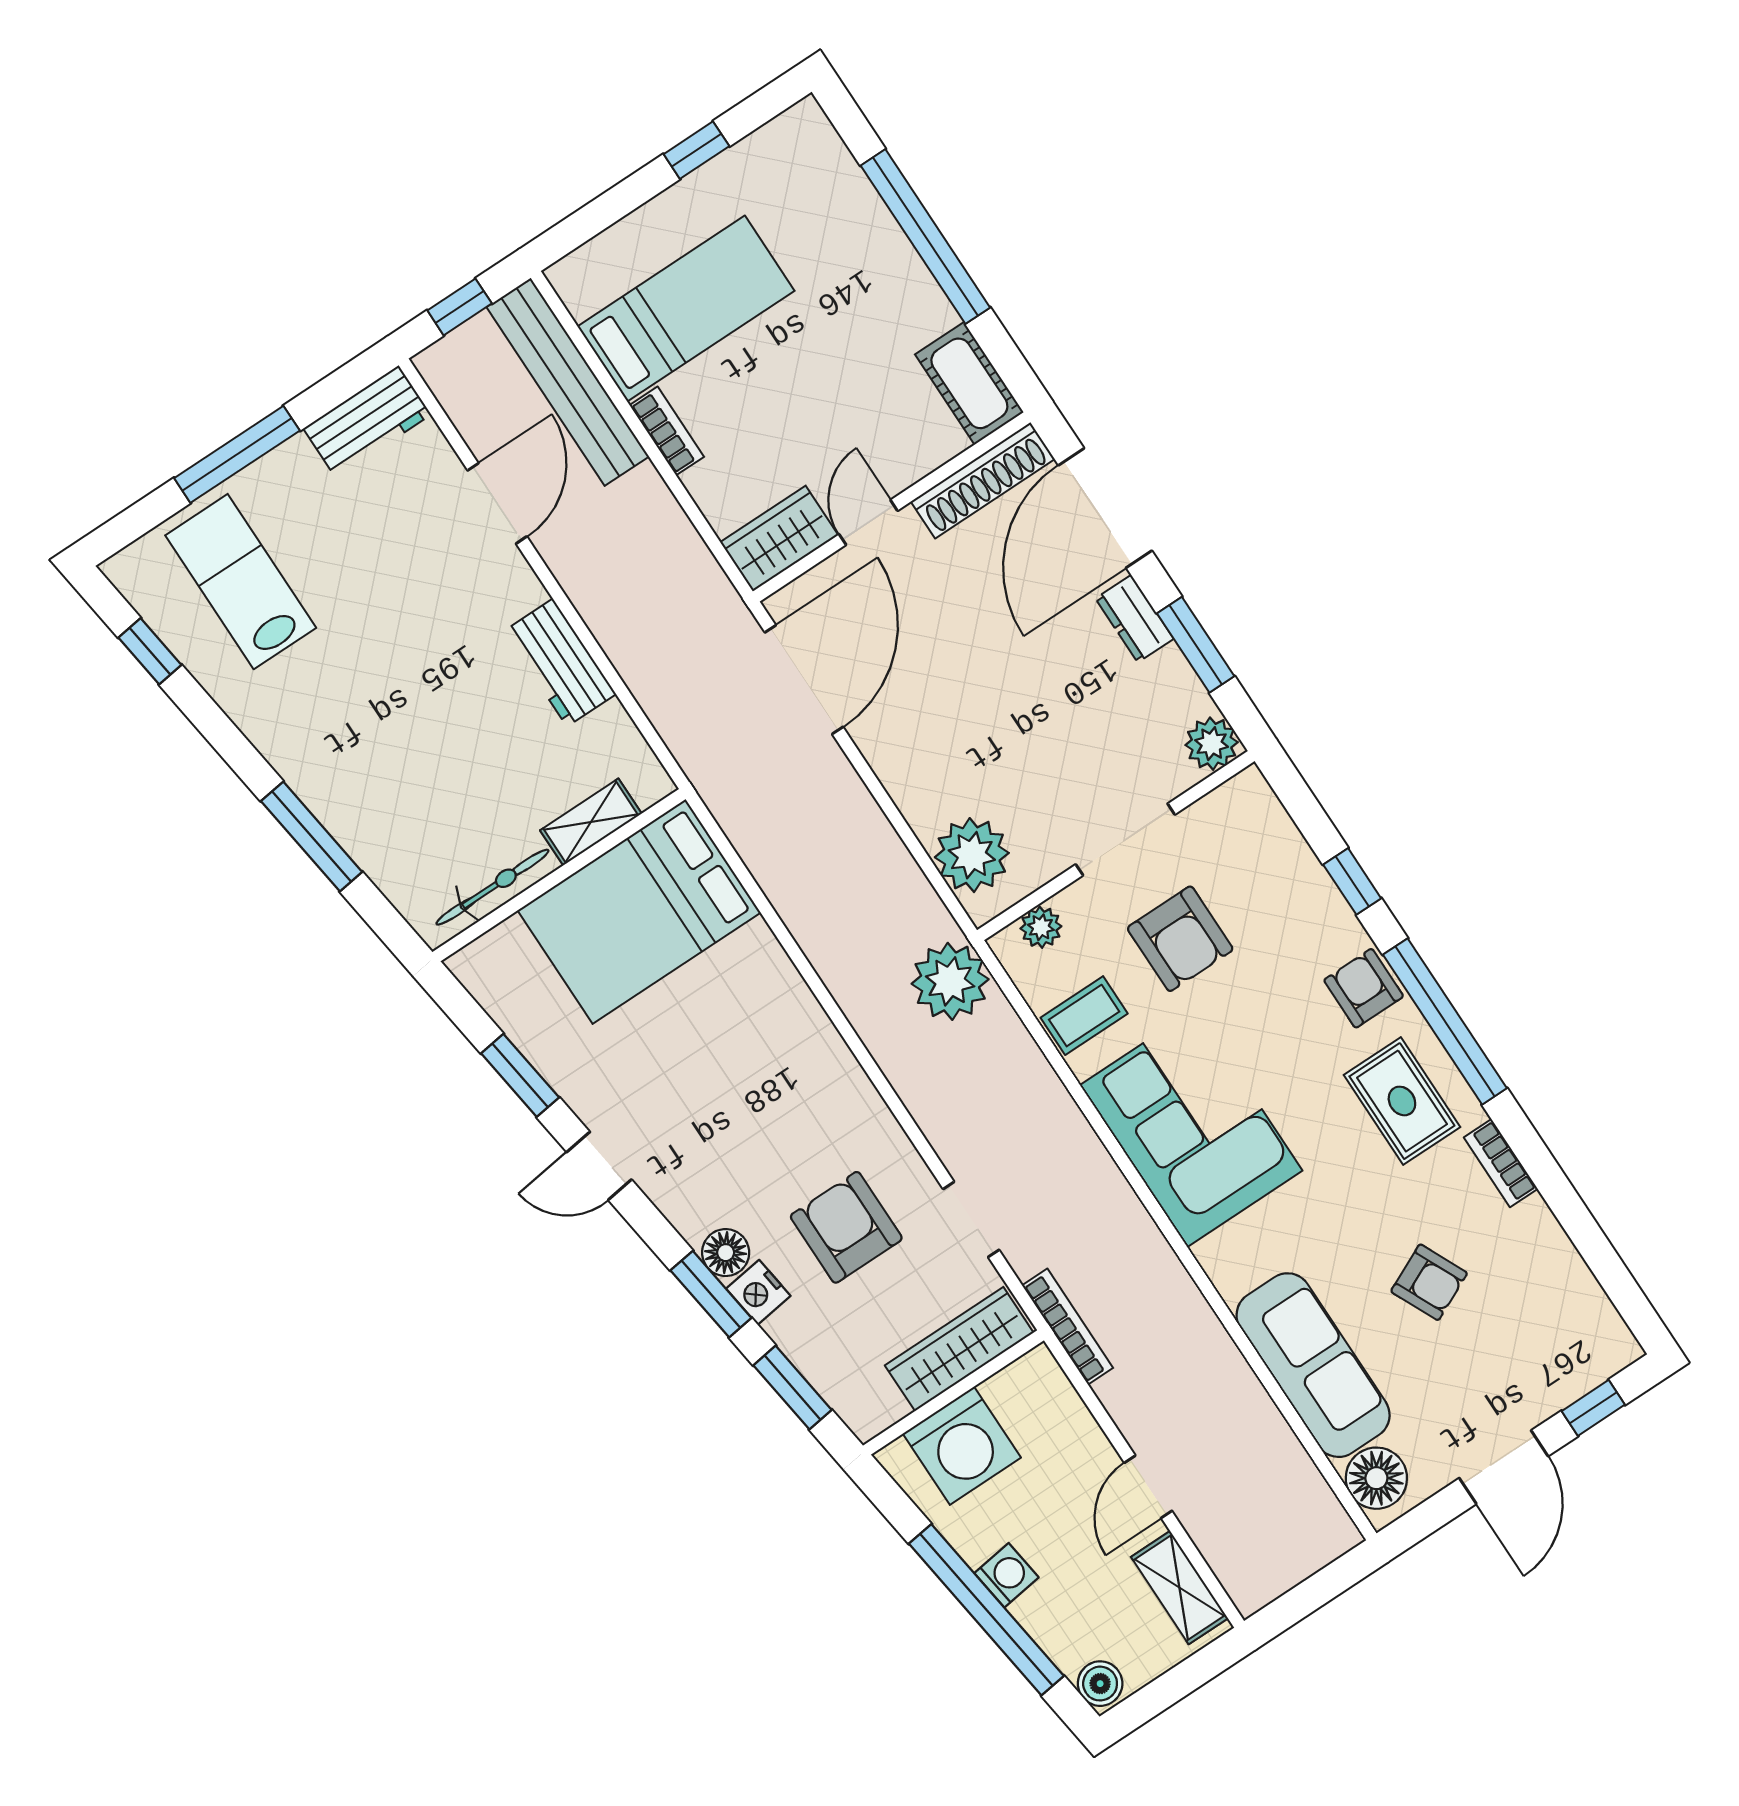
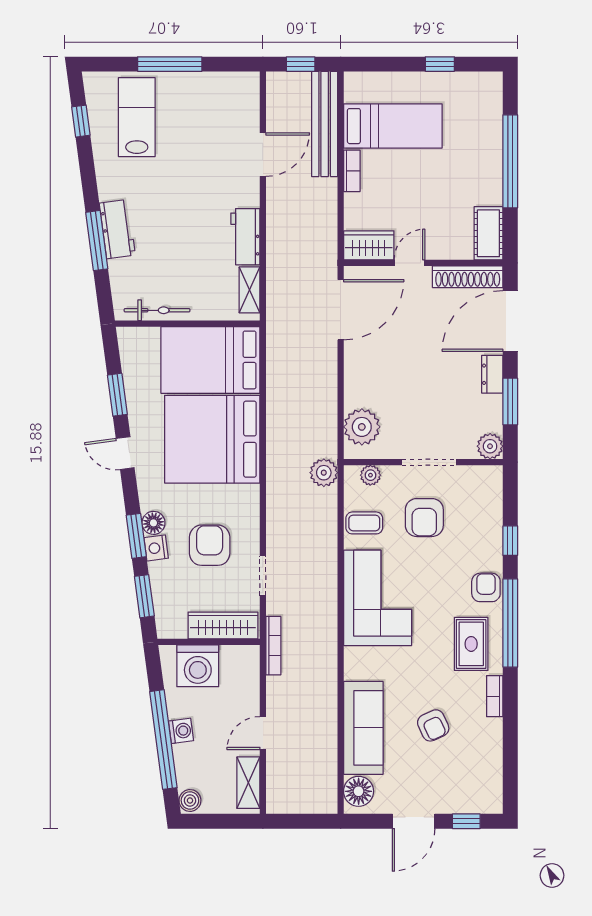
workbench: (367, 422) -> (117, 229), moved, turned -98
shelving: (591, 822) -> (250, 290), moved, turned 90
plant: (950, 981) -> (324, 473), width x0.73, depth x0.73
bed: (731, 1044) -> (212, 439), added

